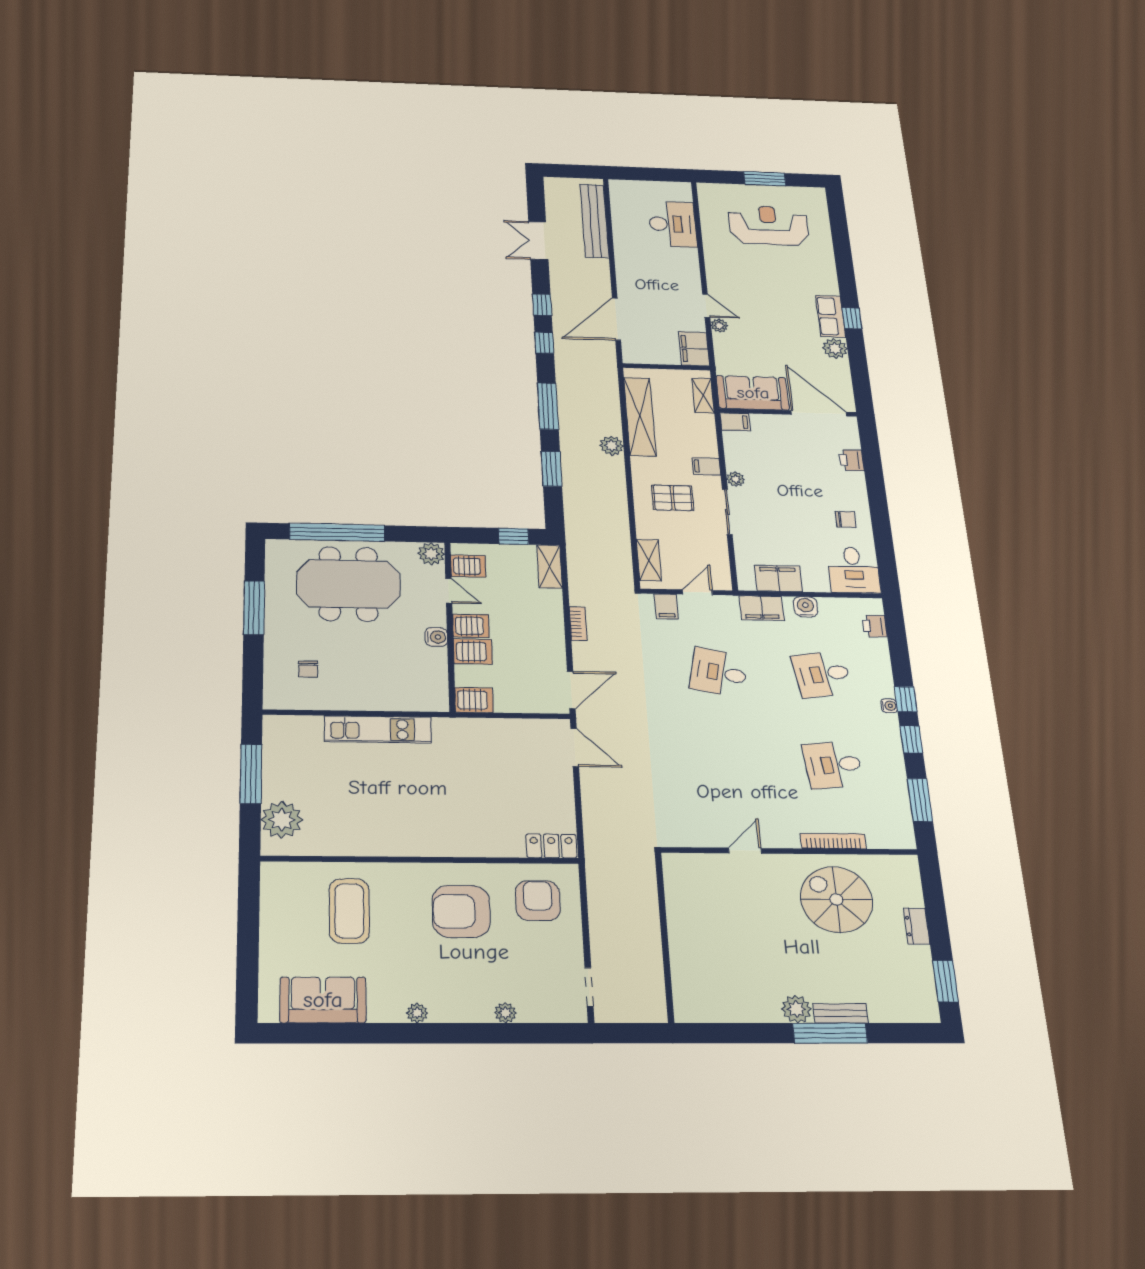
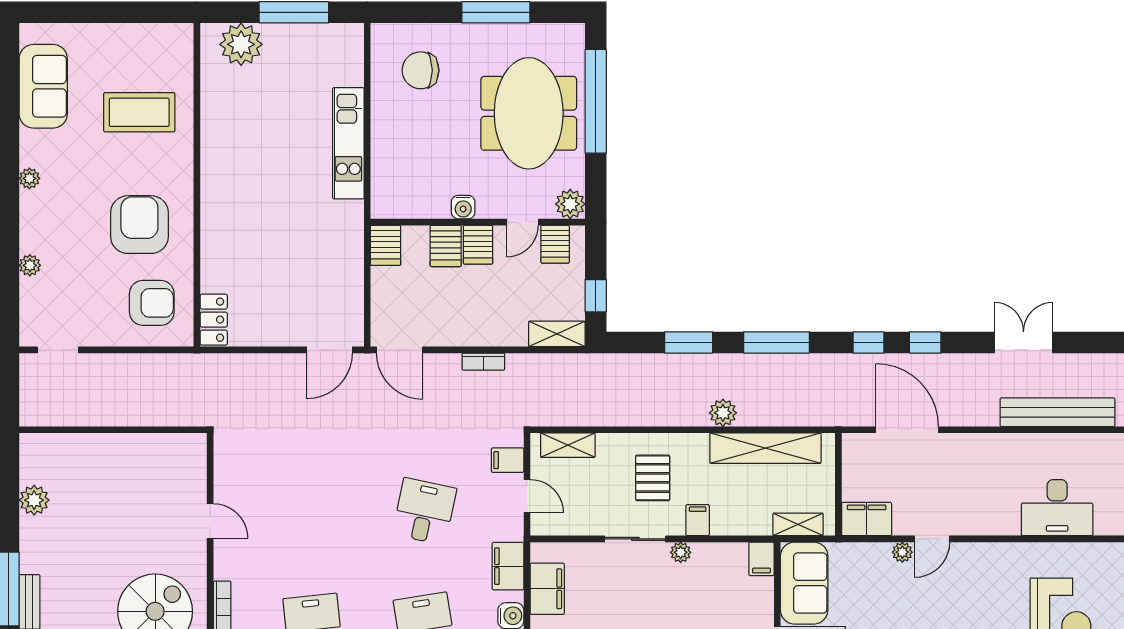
chair: (308, 669) -> (421, 70), width x1.87, depth x1.87
plant: (796, 1009) -> (34, 500), moved

